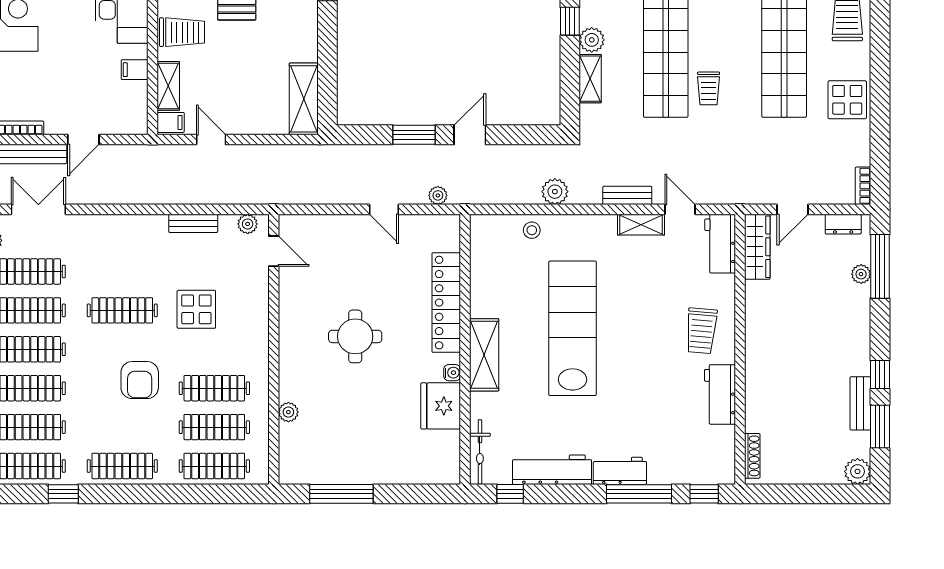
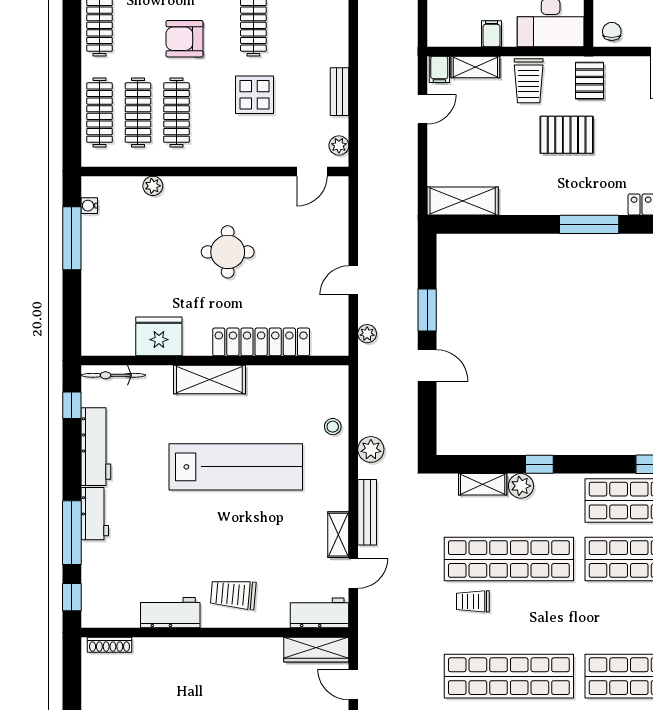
bench: (627, 195) -> (367, 512), width x1.36
water cooler: (452, 373) -> (89, 206), moved, turned 90

